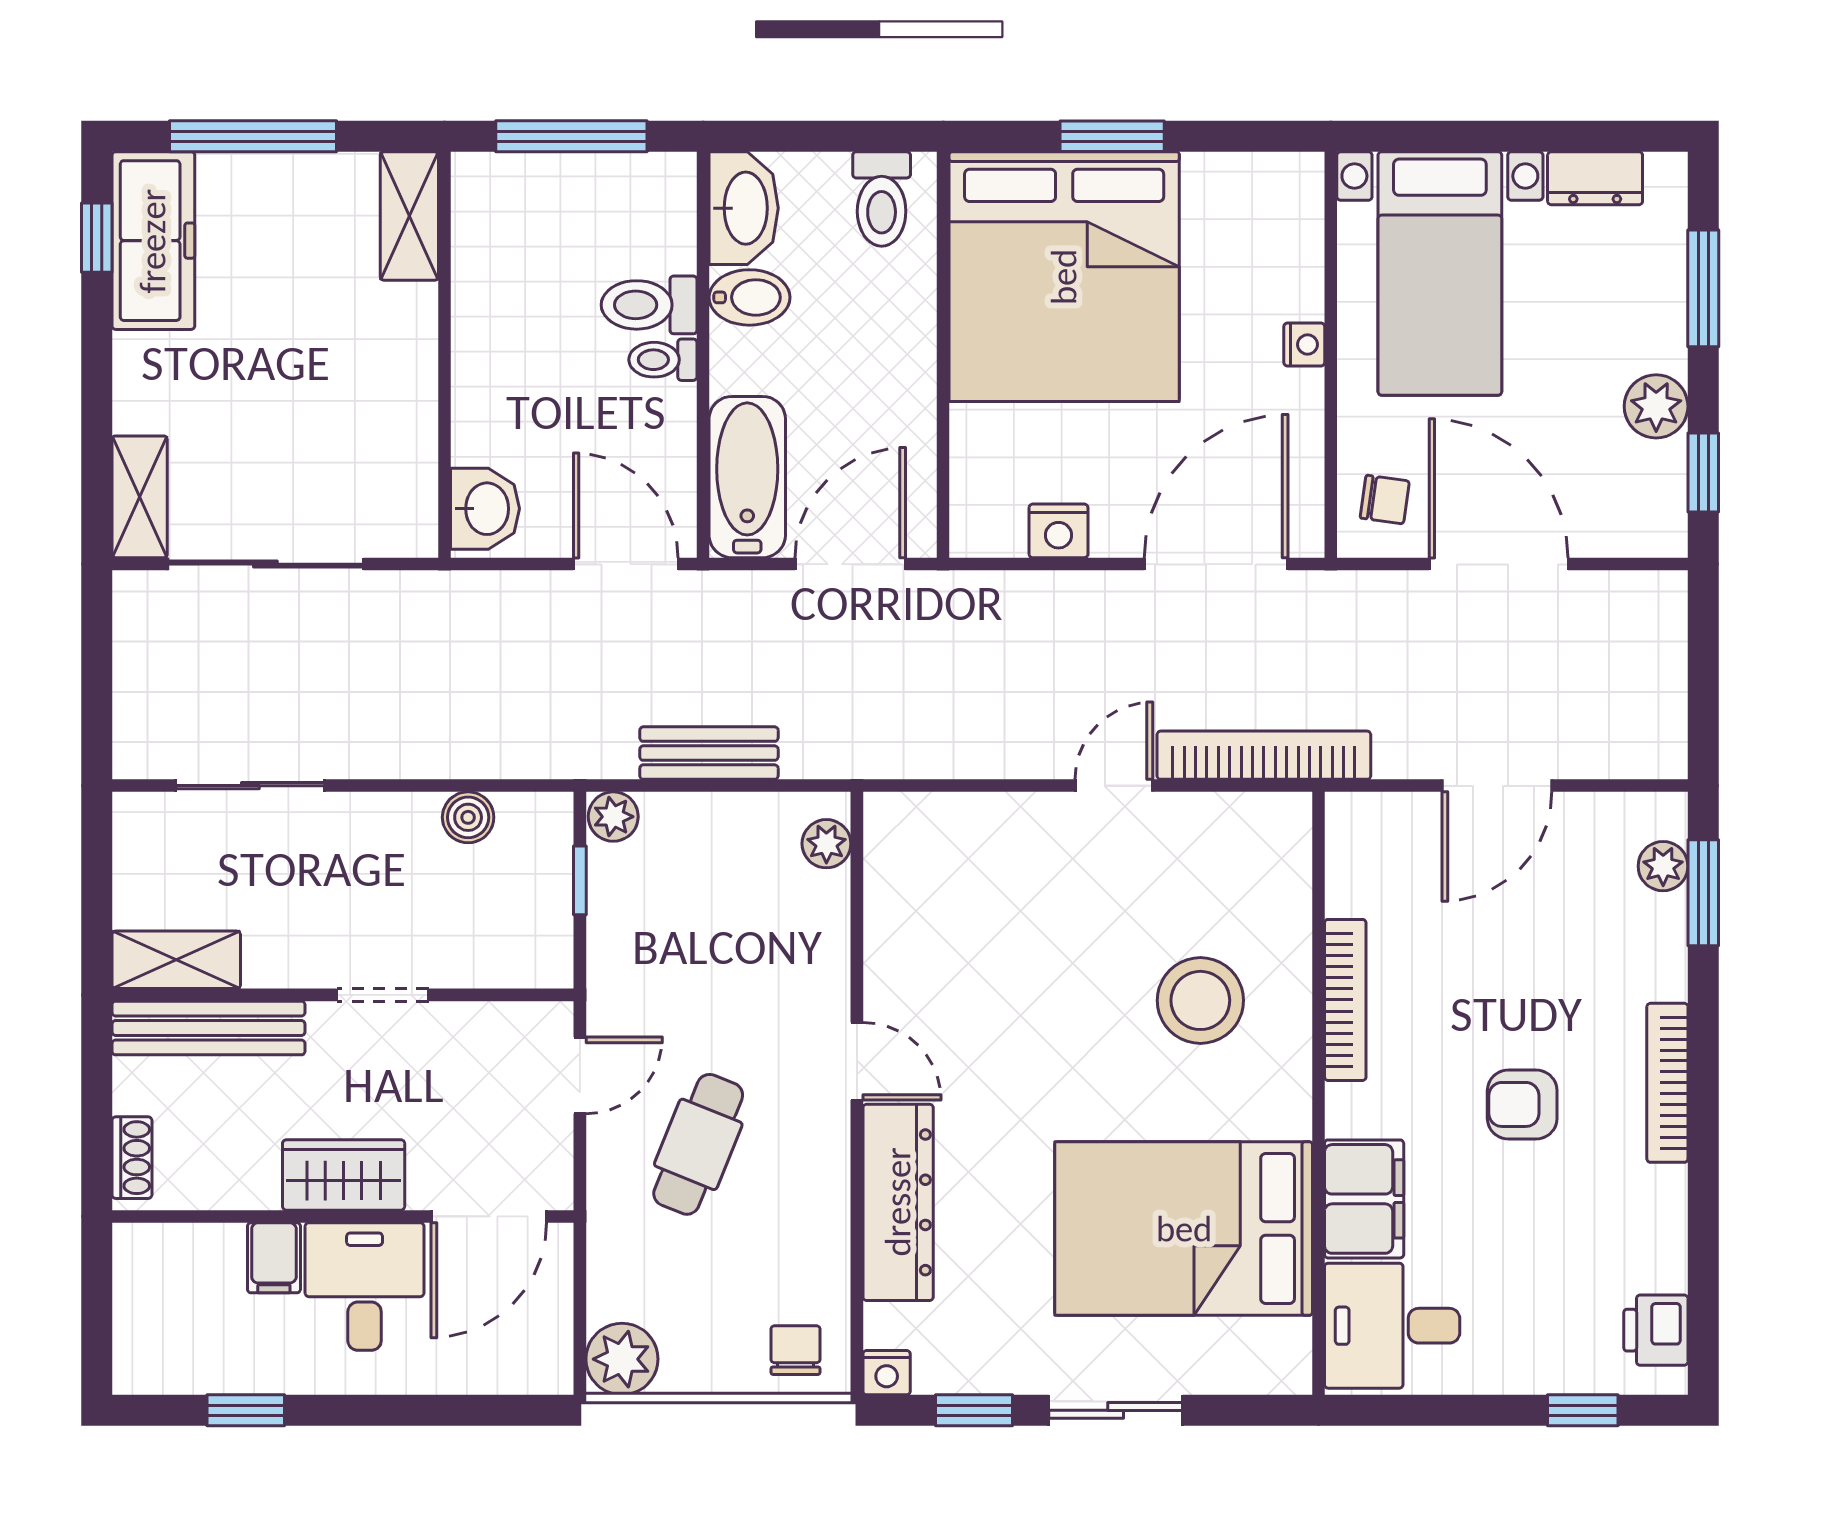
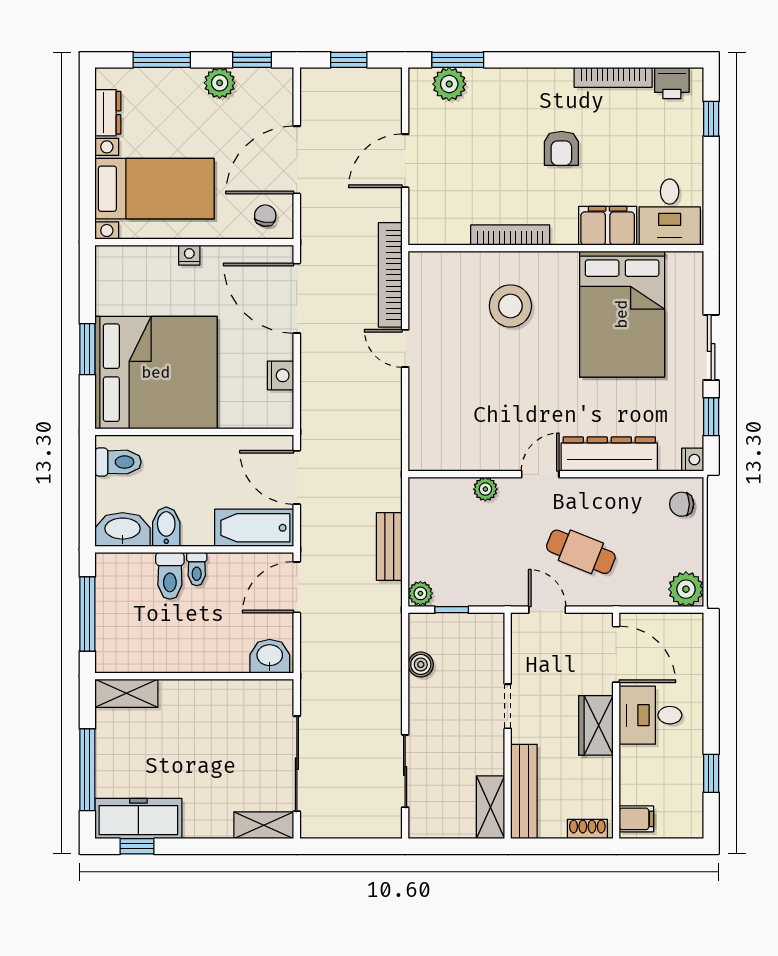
window: (1703, 670) -> (349, 60), added
door: (1497, 786) -> (405, 161), swing flipped
plant: (826, 844) -> (485, 489), moved
plant: (1663, 866) -> (449, 84), width x1.38, depth x1.38
bookcase: (1667, 1083) -> (613, 77), moved
filing cabinet: (274, 1258) -> (636, 819), moved

